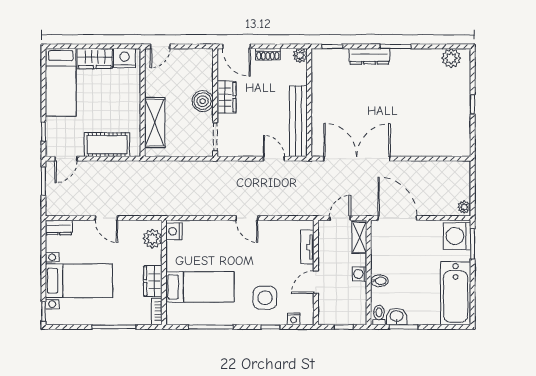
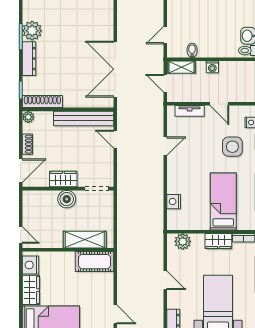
plant: (403, 60) -> (32, 31), added
shoe rack: (319, 72) -> (42, 101), added
cot: (107, 145) -> (95, 262), moved, turned 90
door: (274, 159) -> (115, 139), hinge flipped
door: (106, 218) -> (165, 280), hinge flipped
door: (247, 218) -> (165, 146), moved
door: (397, 218) -> (165, 35), width x0.53
nightstand: (174, 231) -> (174, 202), moved, turned 90
bidet: (379, 281) -> (192, 50), moved

